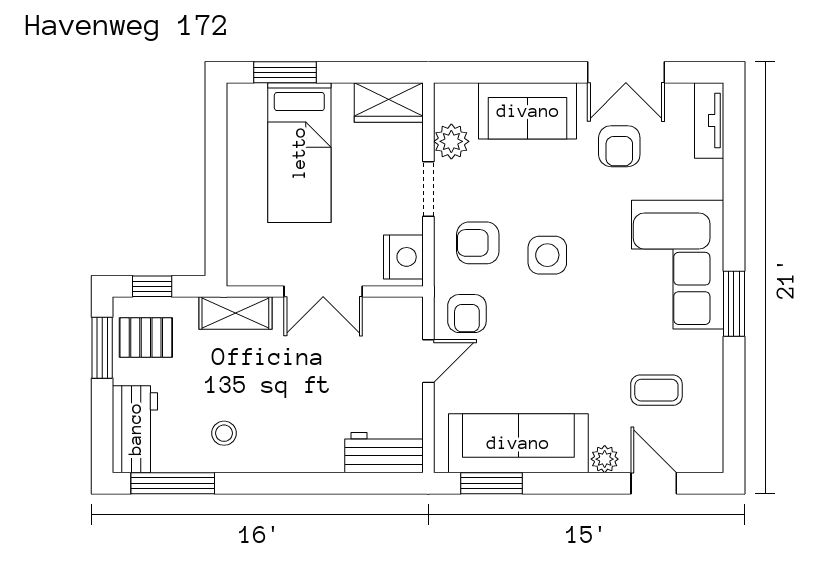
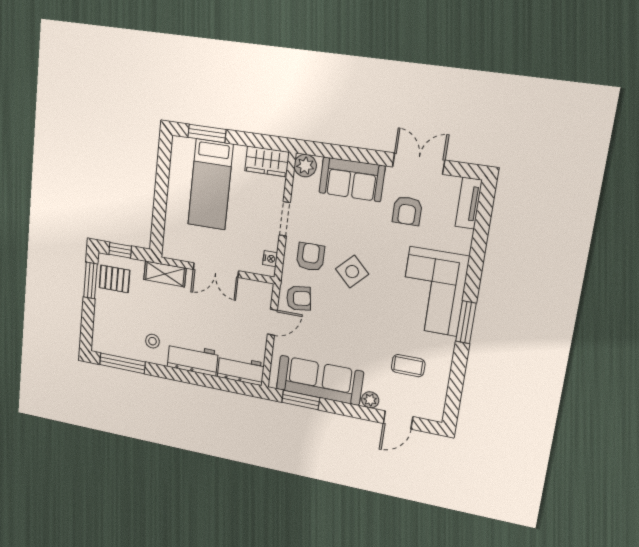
double door: (626, 72) -> (419, 164), swing flipped
plant: (451, 141) -> (305, 166), moved
armchair: (478, 243) -> (311, 257), turned 90
side table: (547, 255) -> (352, 272), turned 45
nightstand: (403, 257) -> (270, 259), width x0.53, depth x0.56
armchair: (467, 314) -> (299, 298), turned -98
workbench: (135, 429) -> (193, 359), moved, turned -90
door: (654, 483) -> (398, 420), swing flipped

